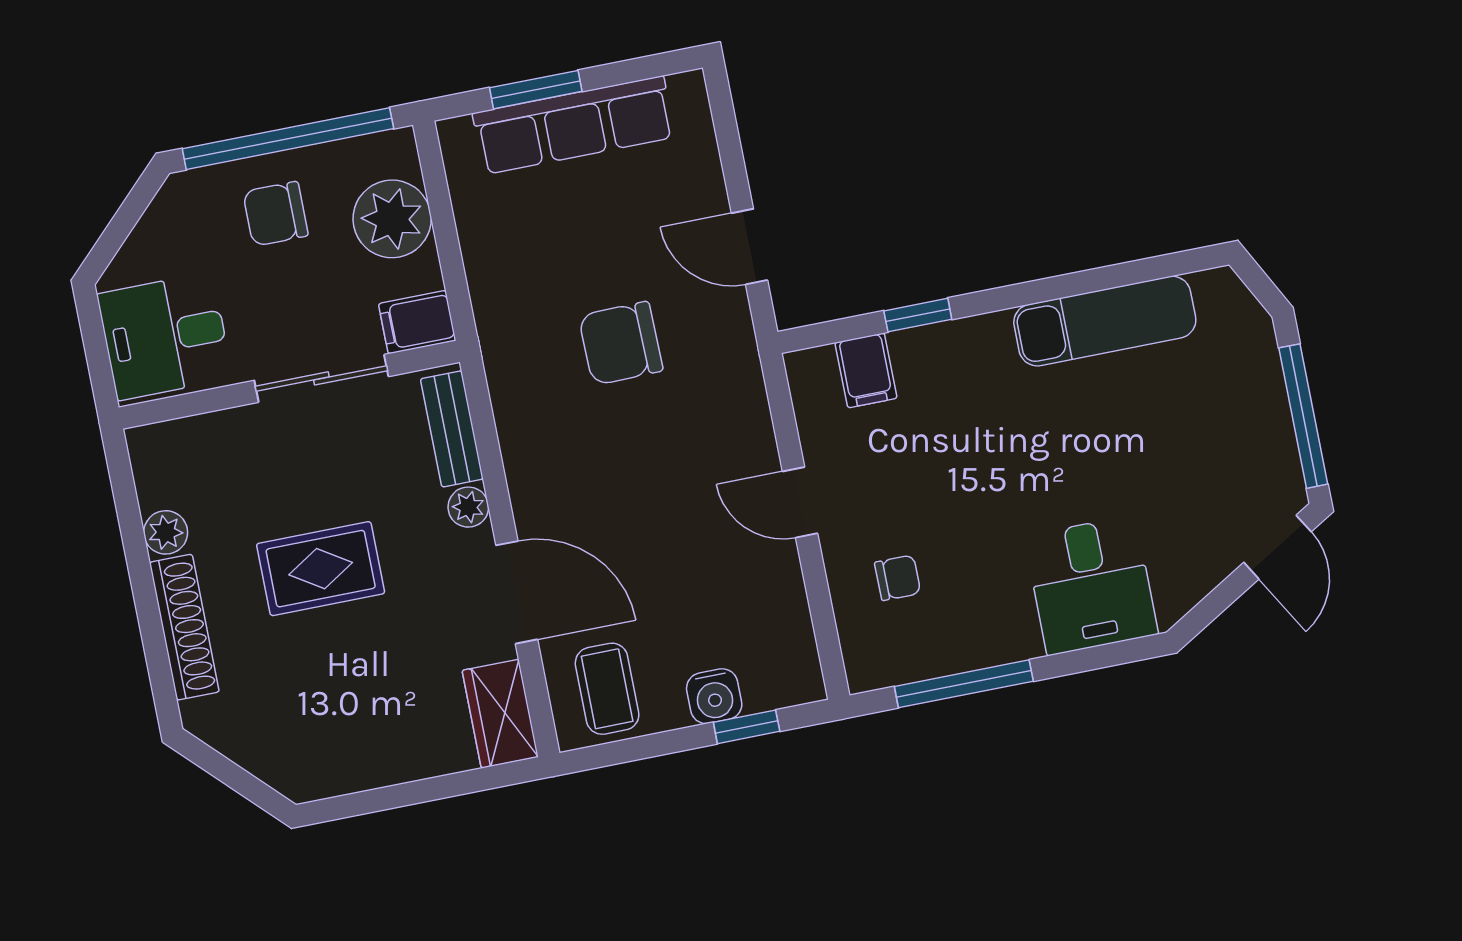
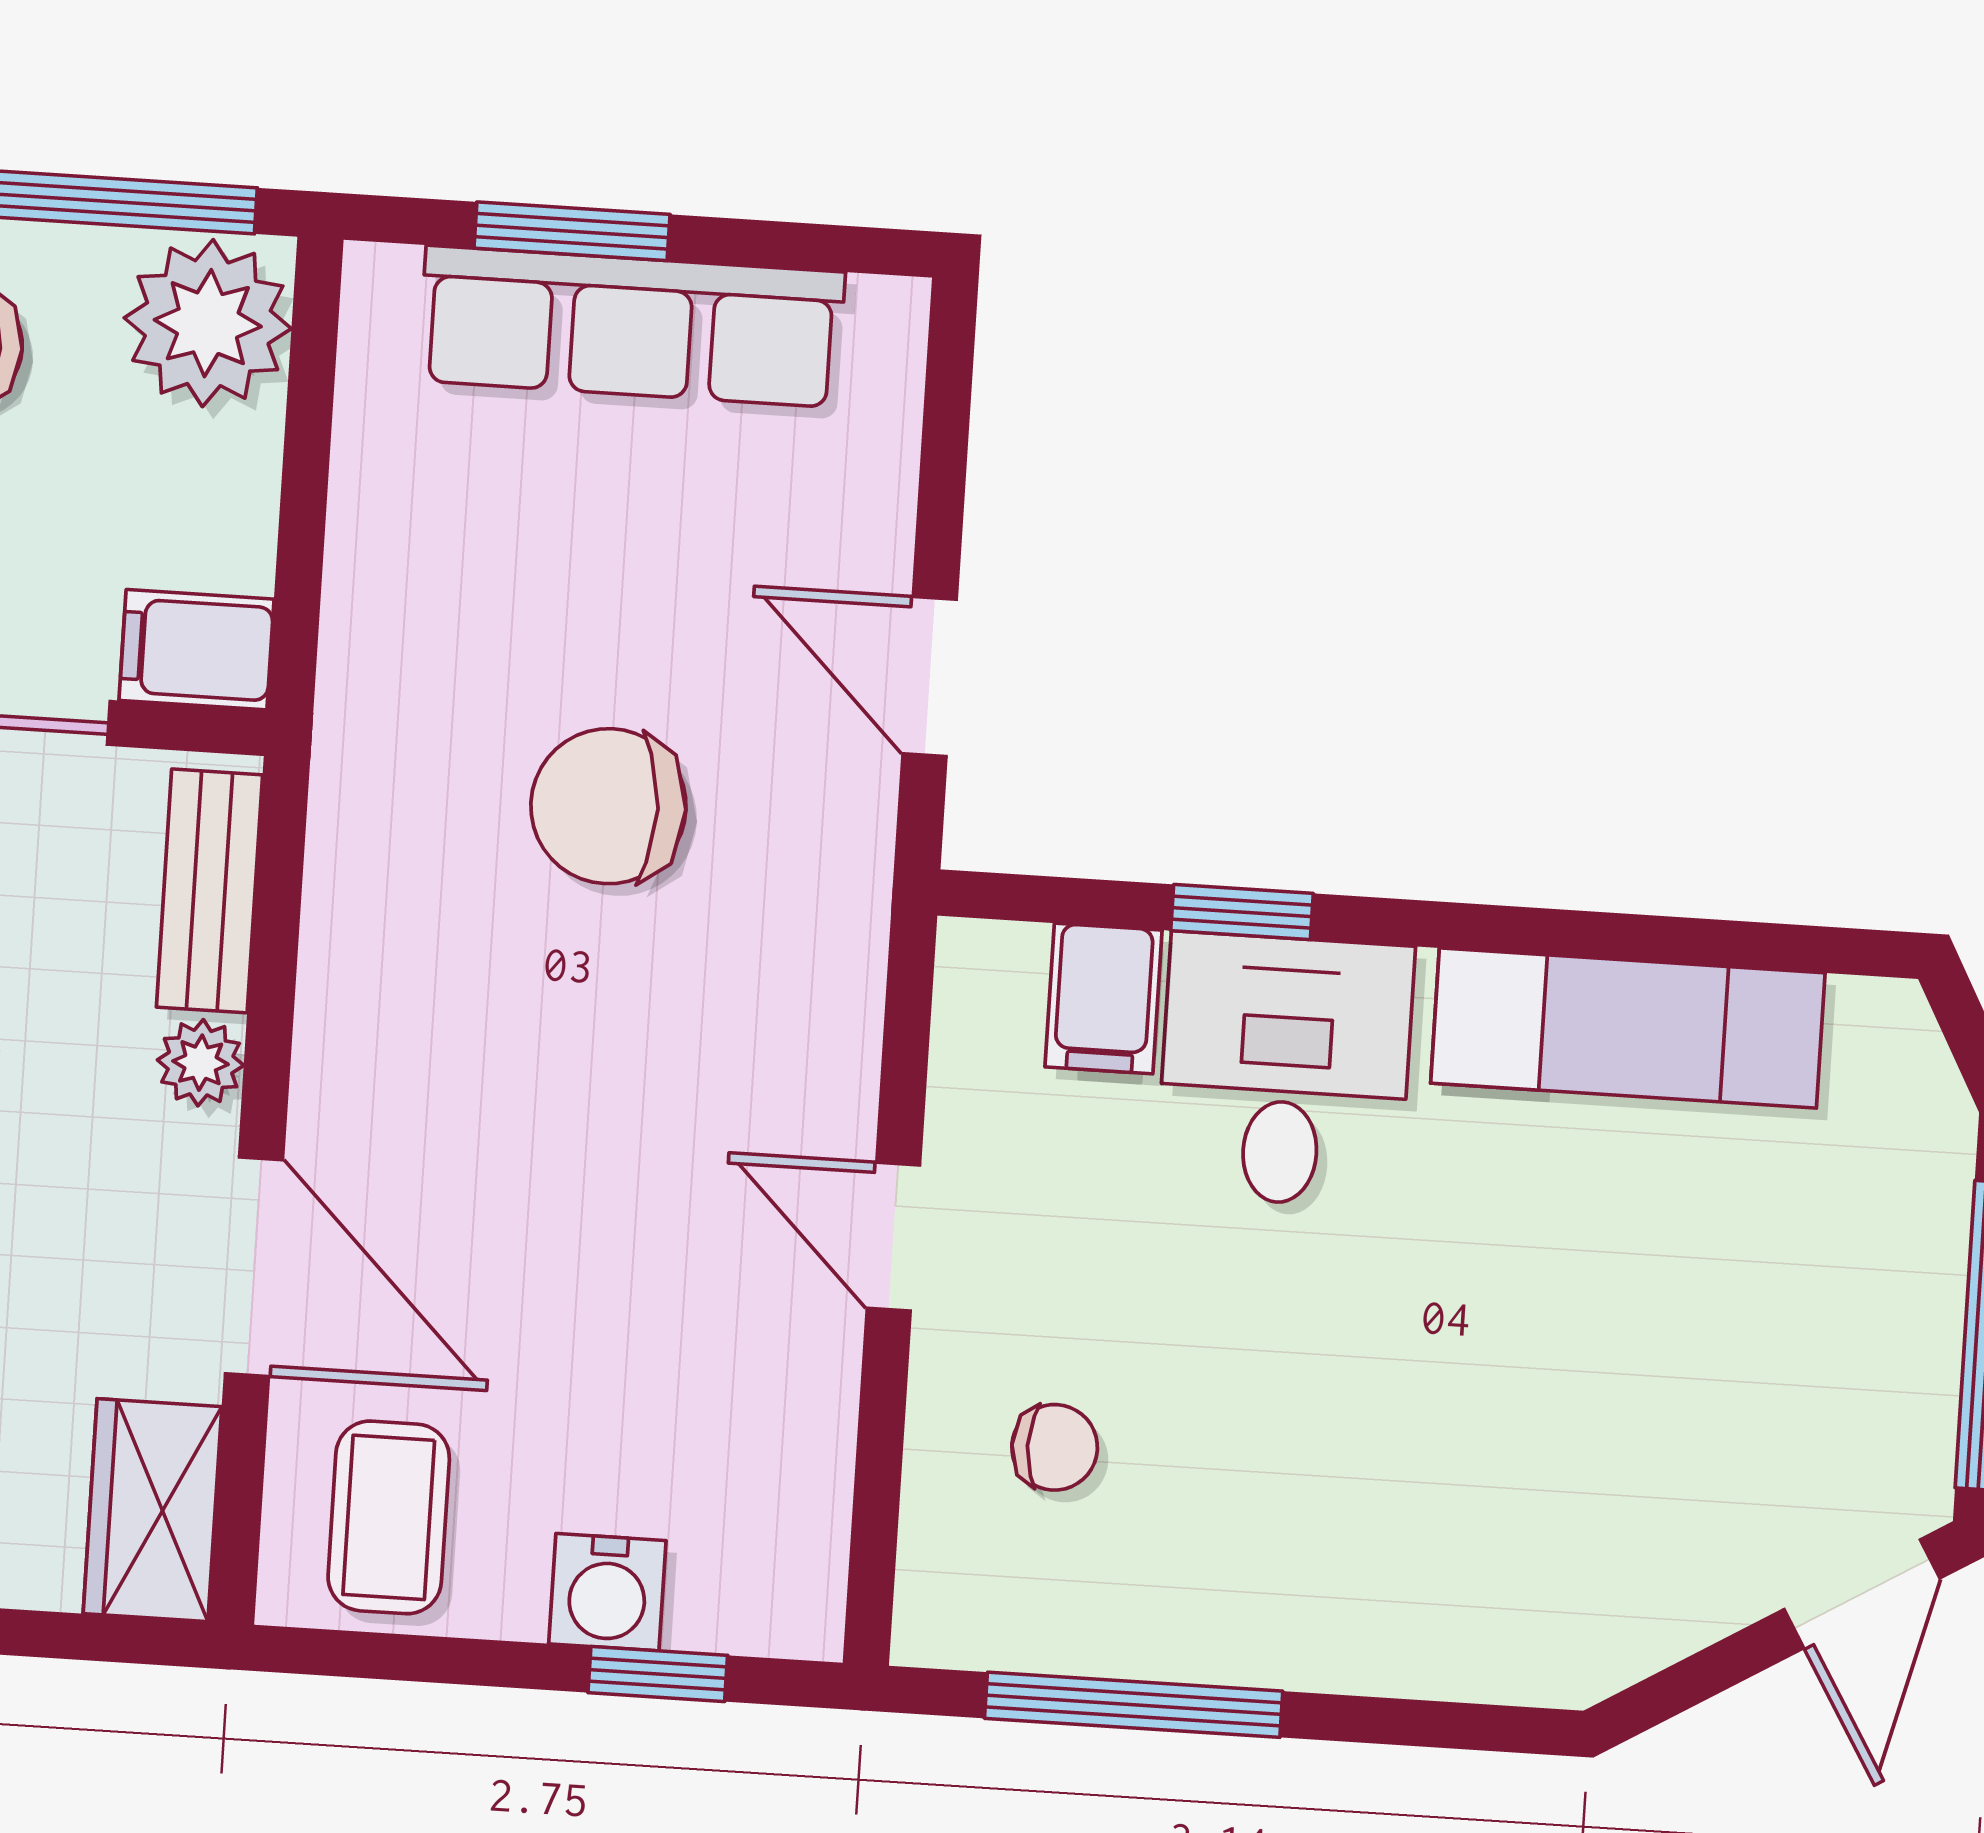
plant: (392, 219) -> (208, 323), moved
desk: (1091, 585) -> (1285, 1070), moved, turned 180

